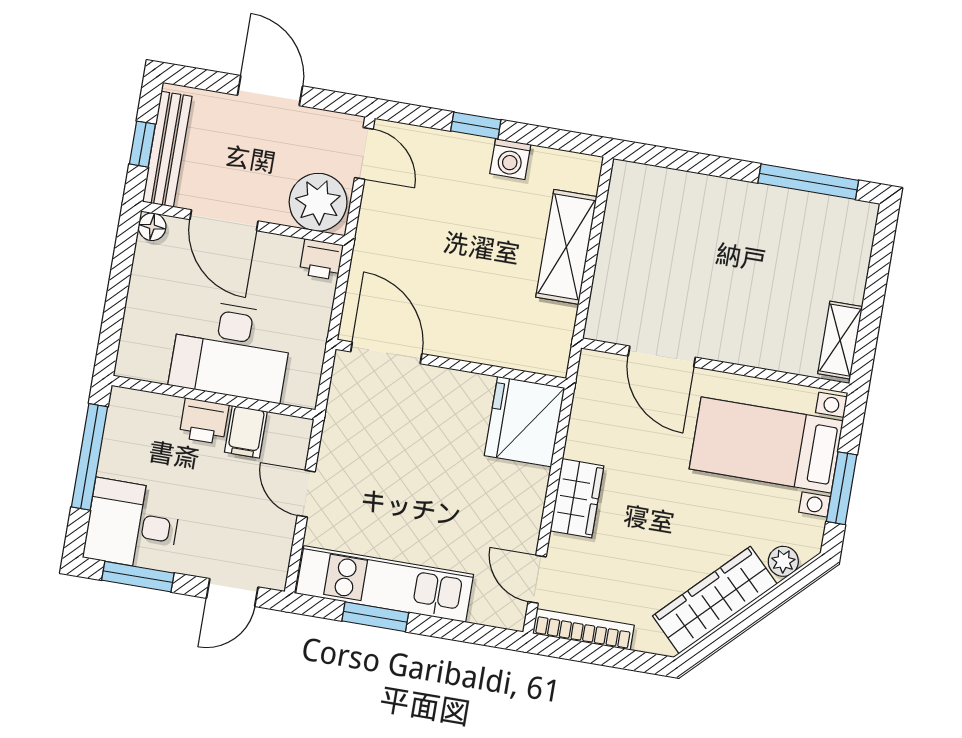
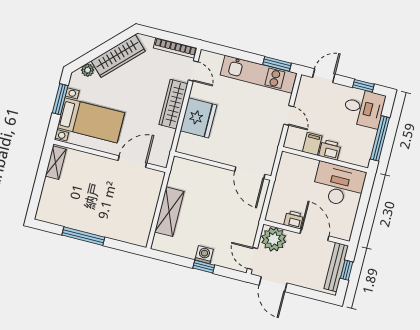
door: (270, 91) -> (273, 284), moved
washing machine: (510, 159) -> (204, 255), moved
window: (808, 182) -> (83, 236), moved
floor lamp: (152, 227) -> (345, 234), removed
printer: (321, 259) -> (294, 220), moved
desk: (231, 351) -> (339, 185), moved
door: (662, 357) -> (132, 162), hinge flipped
fridge: (524, 422) -> (198, 118), moved
wardrobe: (577, 498) -> (173, 104), width x1.50
window: (138, 577) -> (363, 86), width x0.67
window: (375, 617) -> (277, 64), moved

